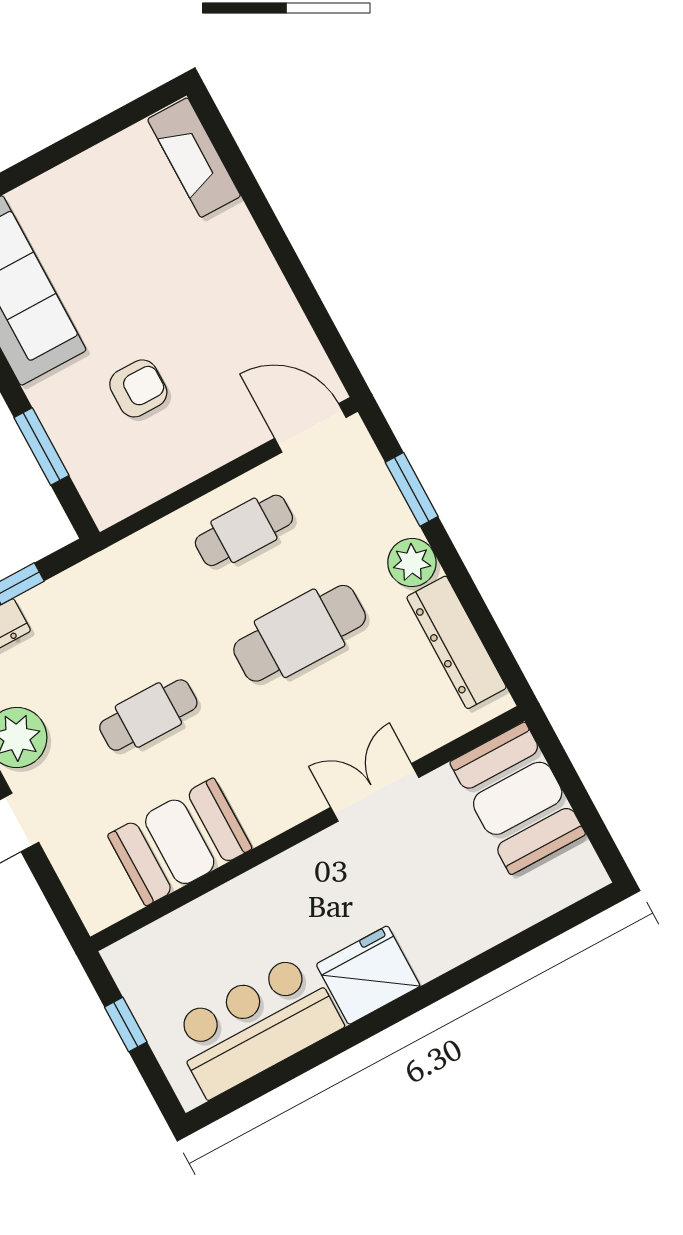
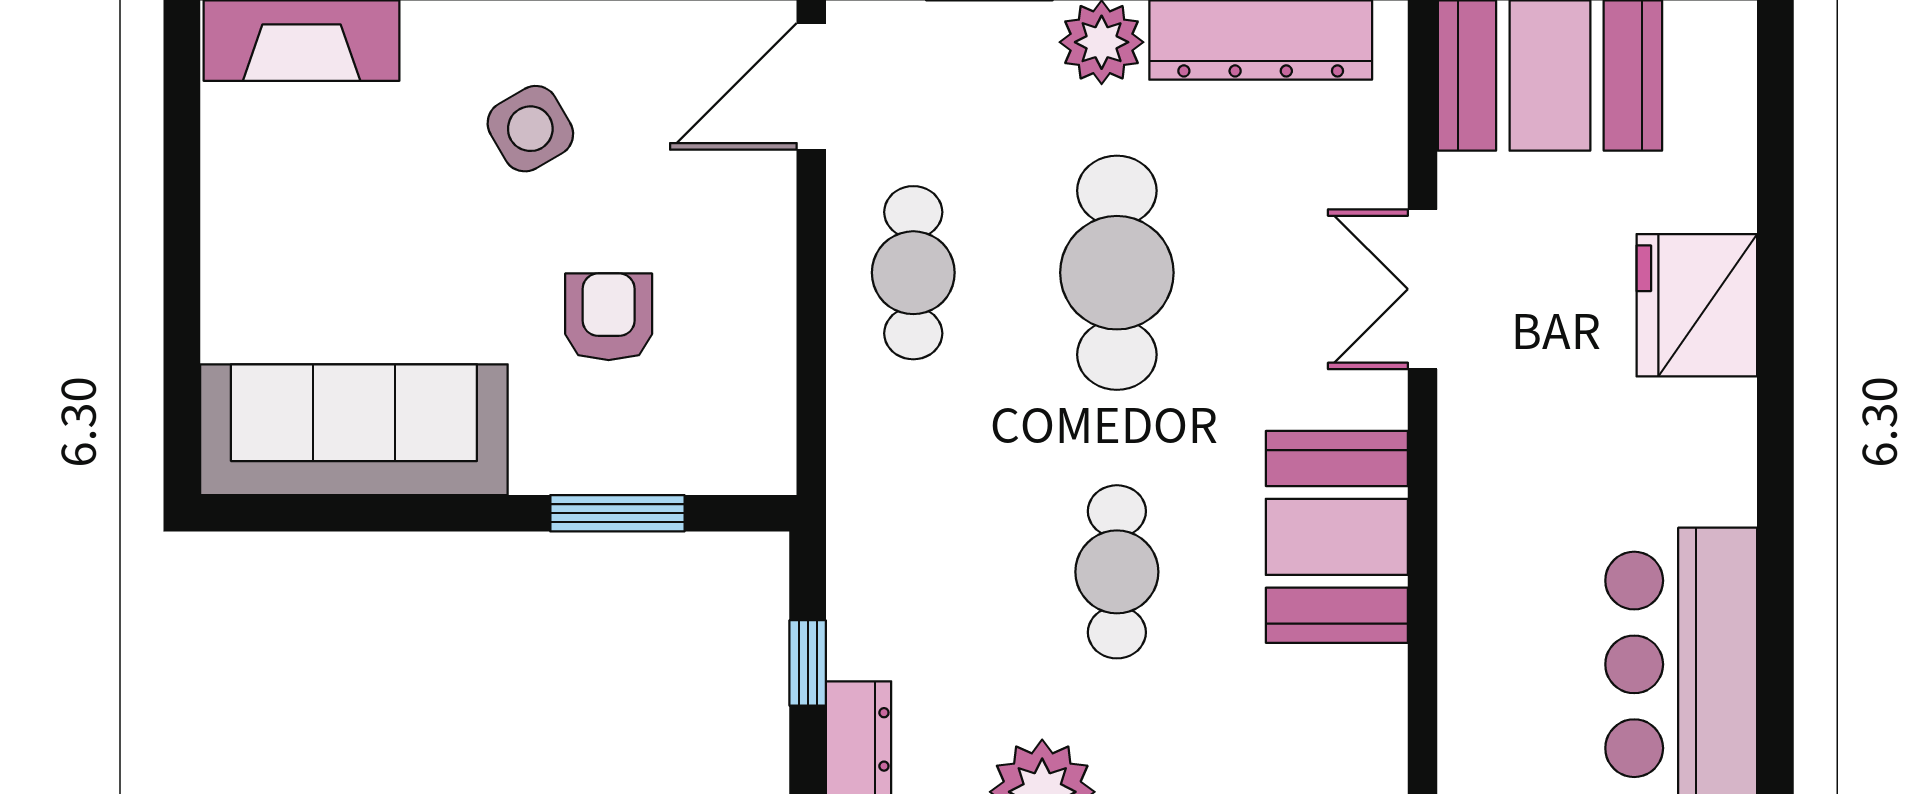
side table: (212, 297) -> (530, 129), added
booth: (180, 842) -> (1337, 537), moved
fridge: (368, 975) -> (1697, 305), moved

